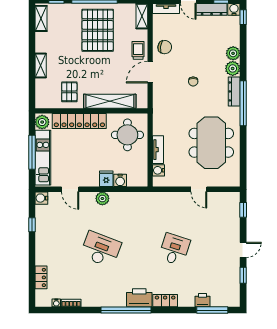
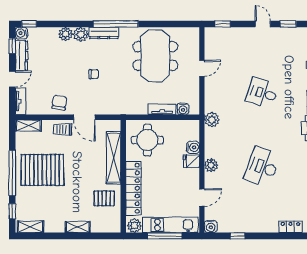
meeting table: (211, 143) -> (155, 56), turned 90
plant: (148, 199) -> (212, 120), added

